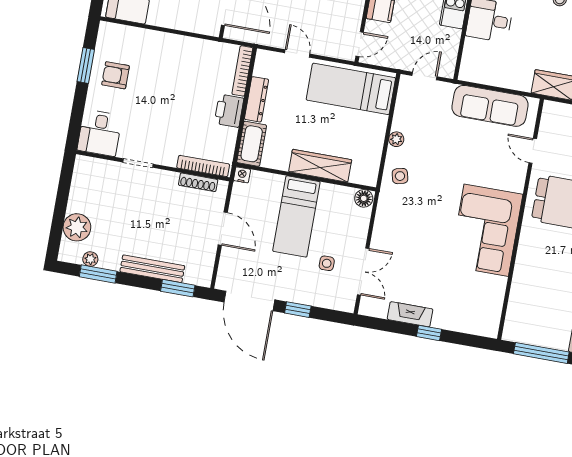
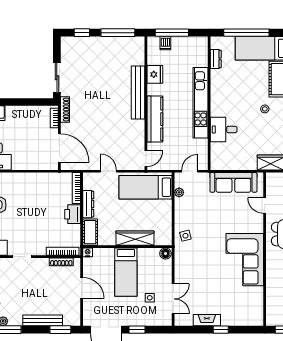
plant: (396, 139) -> (179, 192), moved

